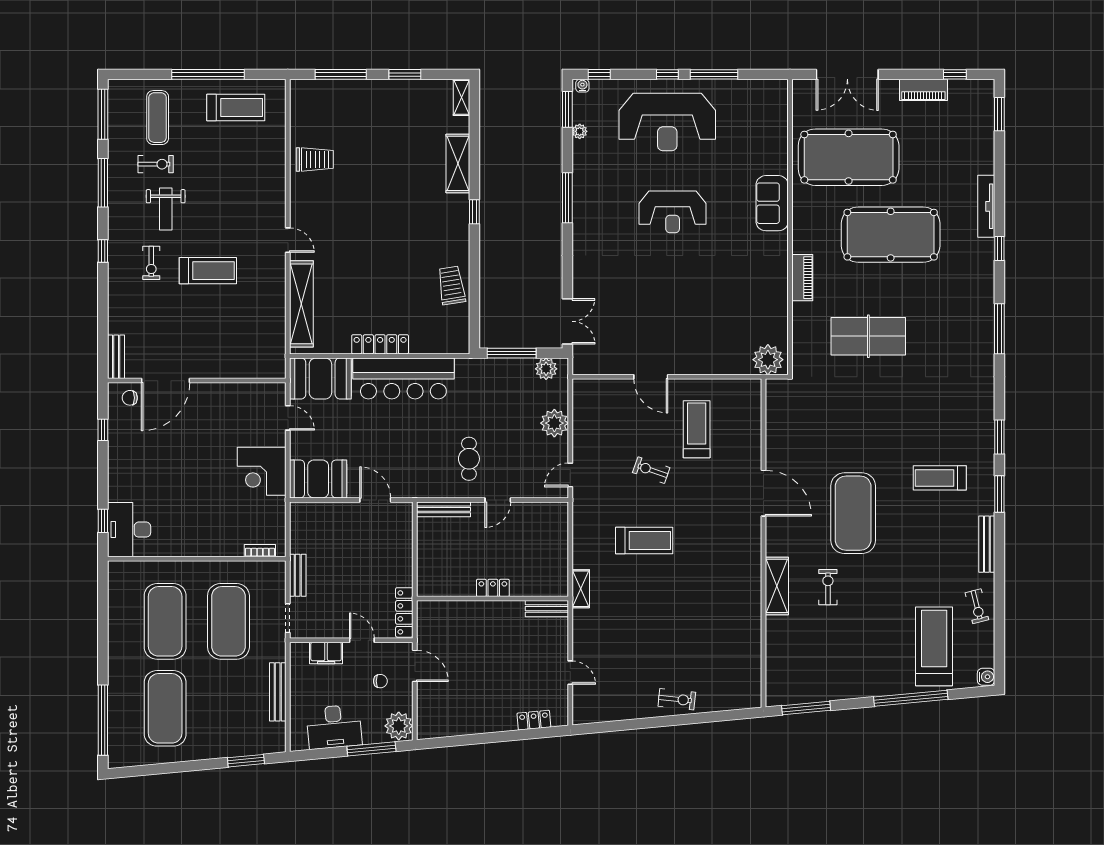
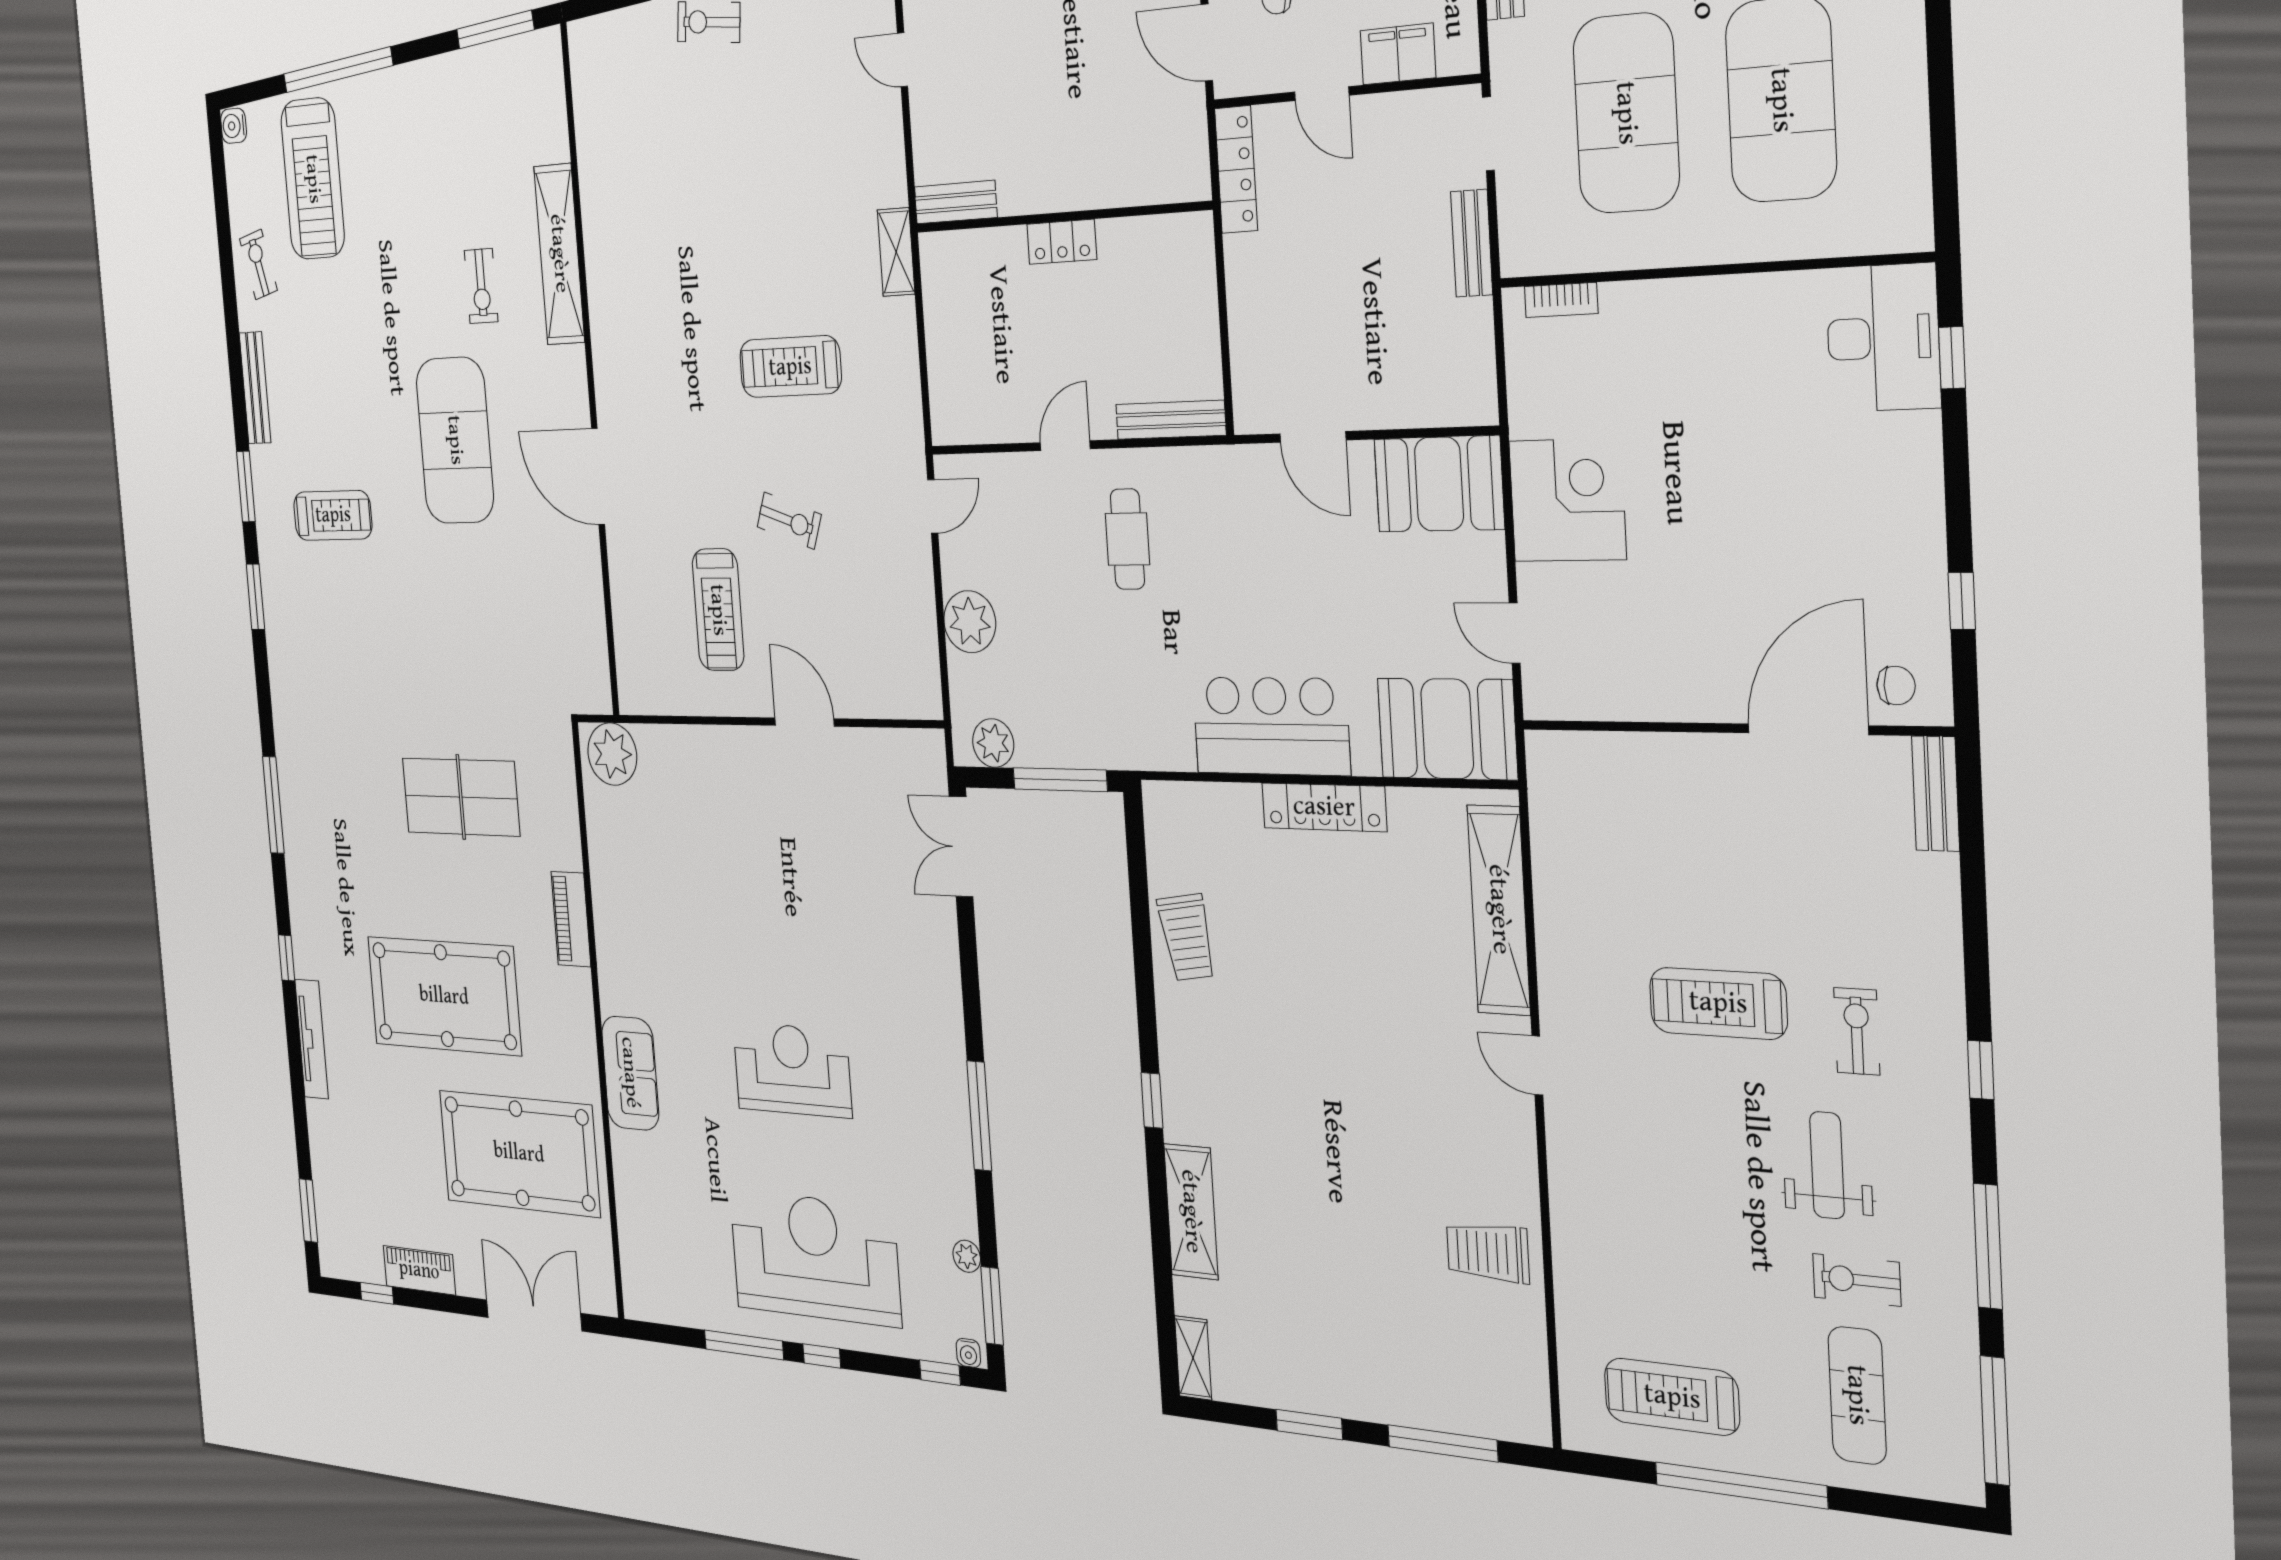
bar counter: (403, 378) -> (1271, 726), width x0.73
shelving: (777, 586) -> (559, 254), width x1.47

